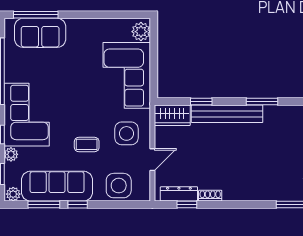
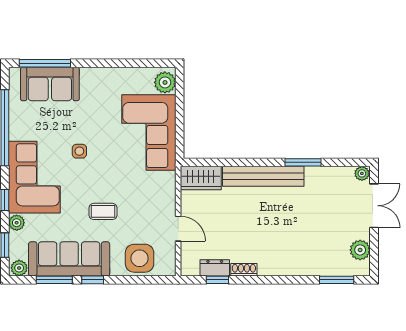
window: (201, 102) -> (234, 162), removed
side table: (126, 133) -> (79, 151), moved, width x0.54, depth x0.54
door: (152, 160) -> (178, 229), hinge flipped
dresser: (179, 194) -> (215, 268), width x0.70

